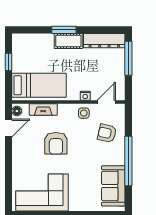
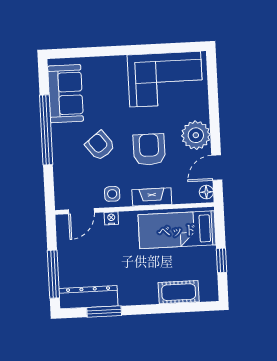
window: (64, 30) -> (104, 312), moved
cot: (68, 41) -> (179, 292), moved
fireplace: (43, 110) -> (152, 197), moved
armchair: (107, 133) -> (100, 146), moved, turned -141
plant: (22, 152) -> (196, 135), added

